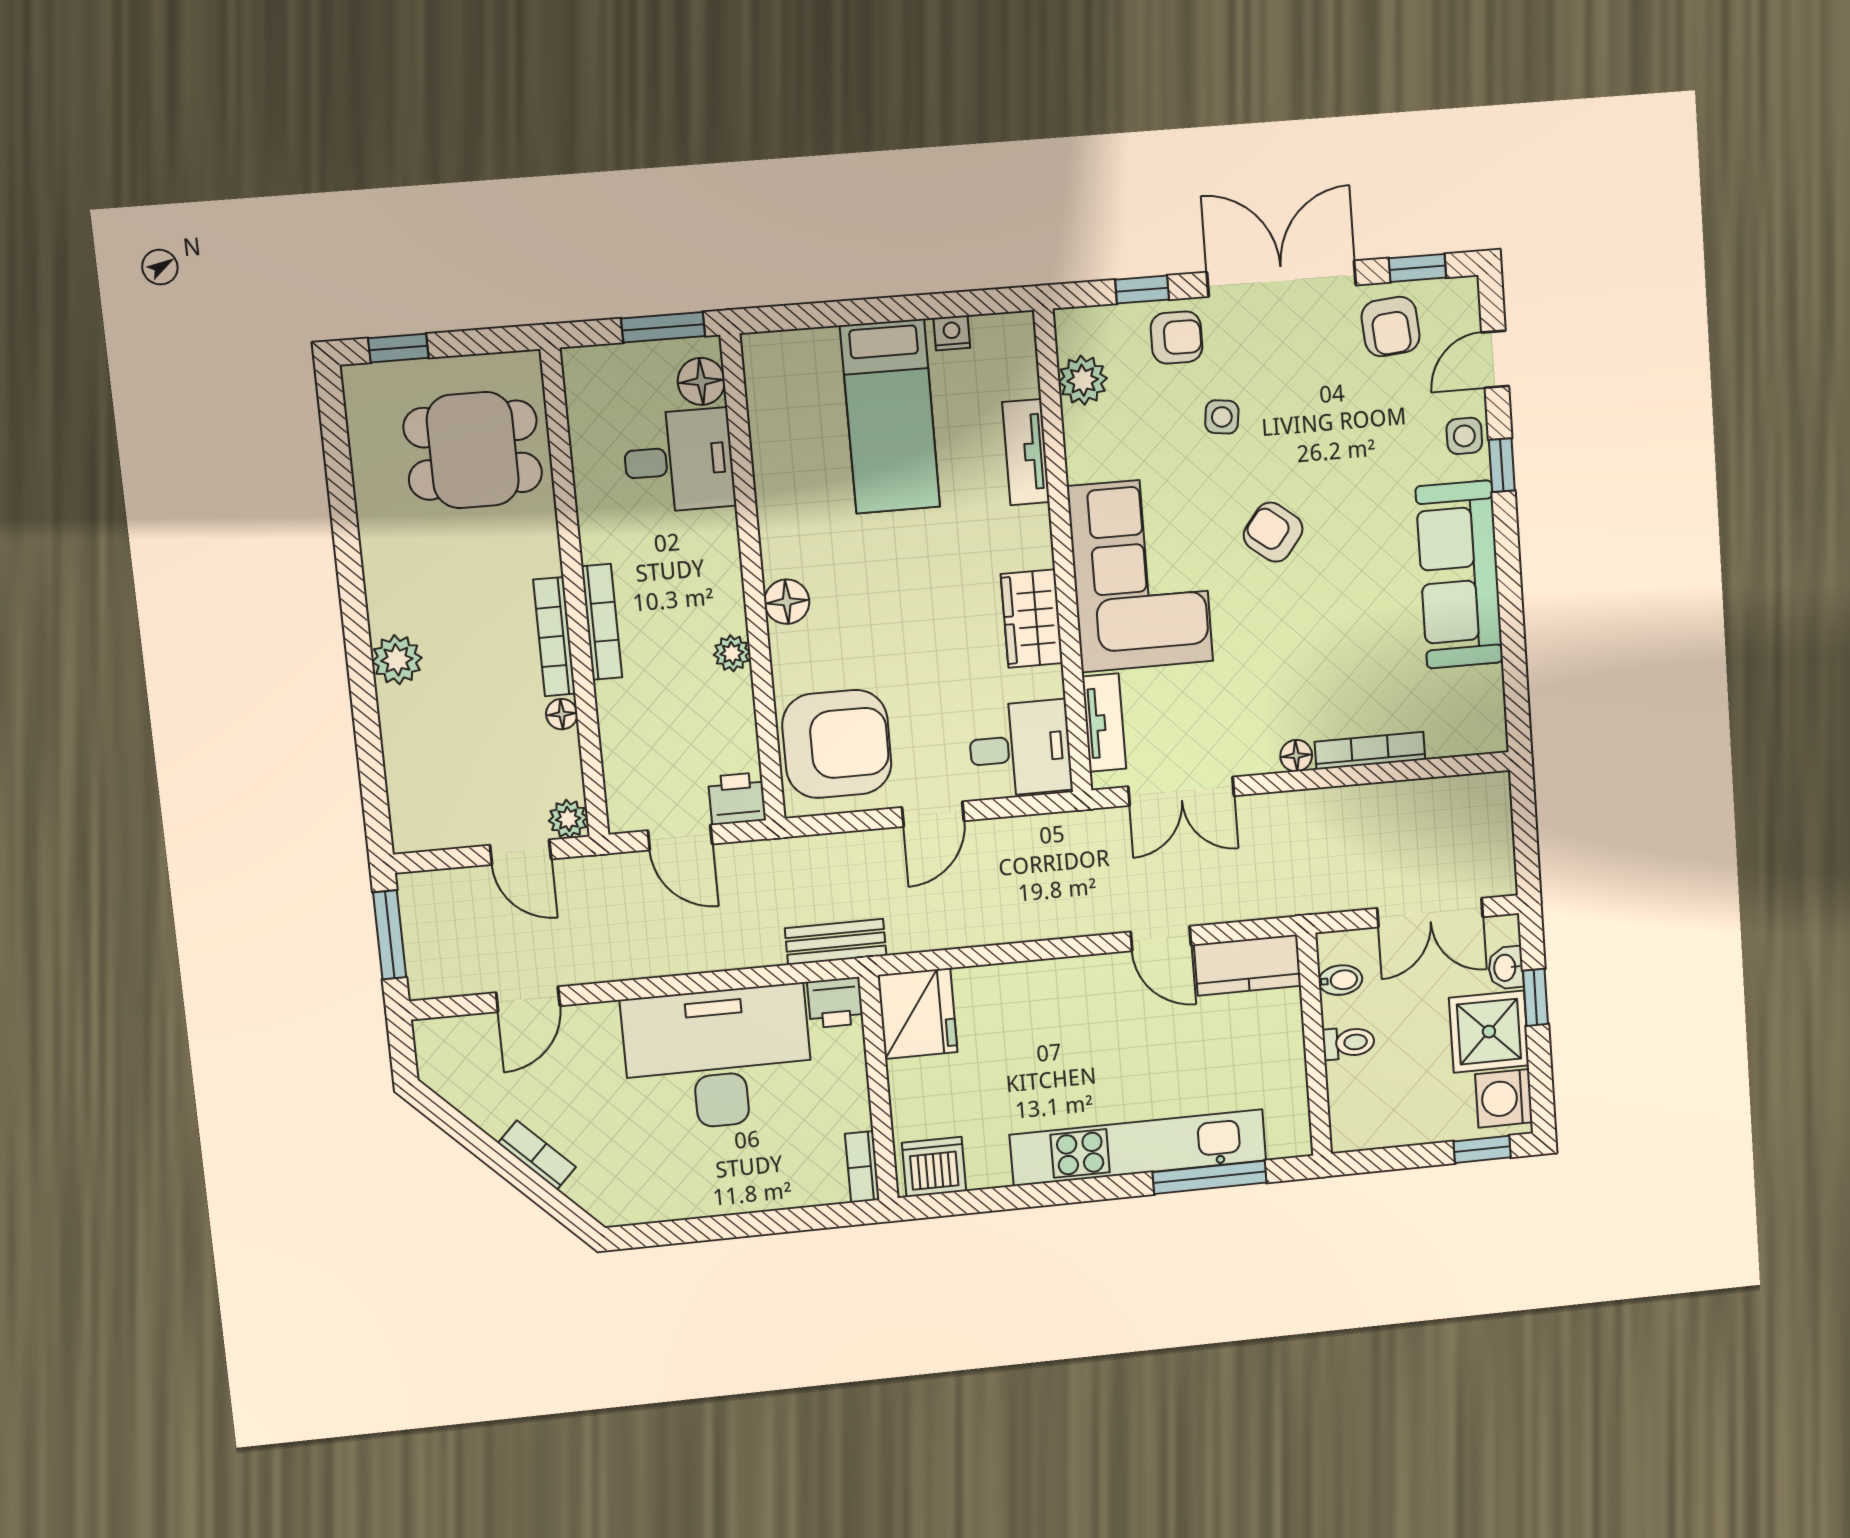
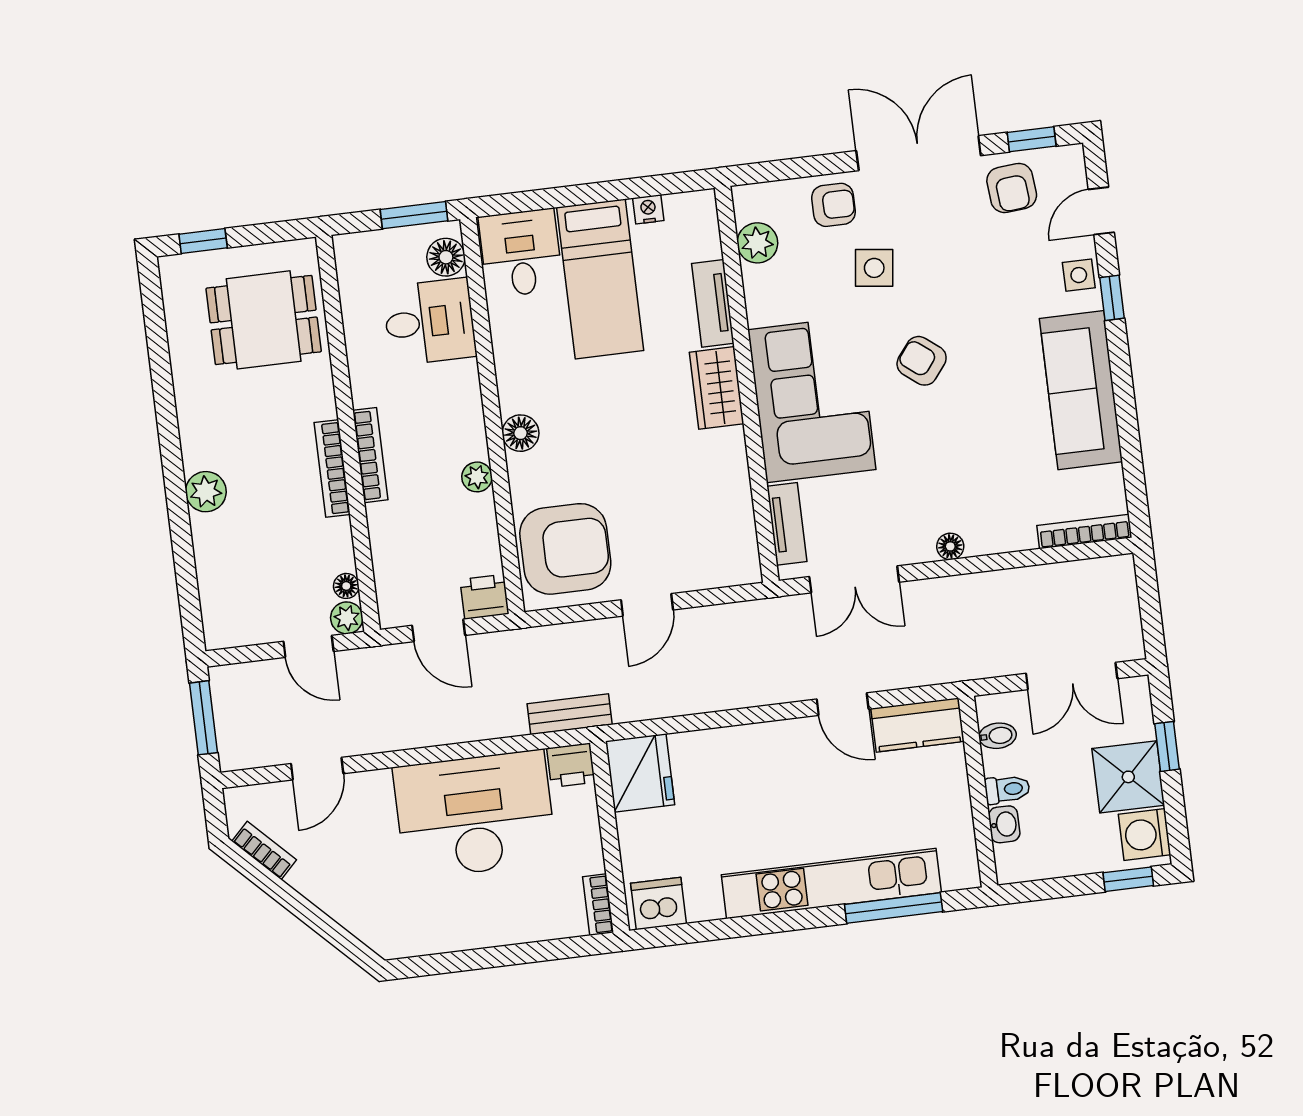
window: (1142, 290) -> (803, 167), removed
side table: (1222, 417) -> (874, 268), width x1.37, depth x1.37
wardrobe: (1032, 619) -> (717, 388), moved
floor lamp: (562, 714) -> (346, 586), moved
desk: (1020, 749) -> (521, 253), moved, turned -90
bookcase: (1370, 751) -> (1084, 531), moved
washbasin: (1506, 968) -> (1004, 824), moved, turned 180
bookcase: (537, 1155) -> (264, 850), moved

